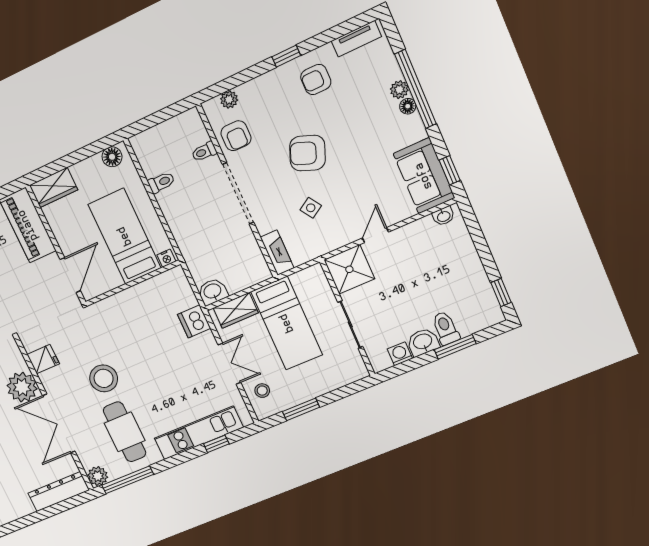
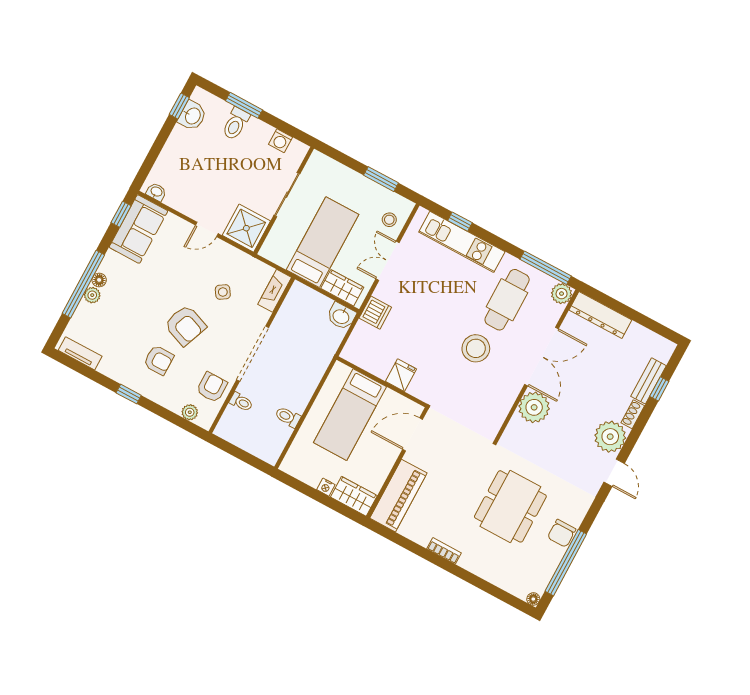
armchair: (316, 79) -> (159, 360), moved
floor lamp: (112, 157) -> (297, 468), removed
nightstand: (166, 258) -> (326, 487), moved, turned 180
washbasin: (423, 342) -> (192, 116), moved, turned -90
fridge: (43, 359) -> (401, 375), moved, turned 90

